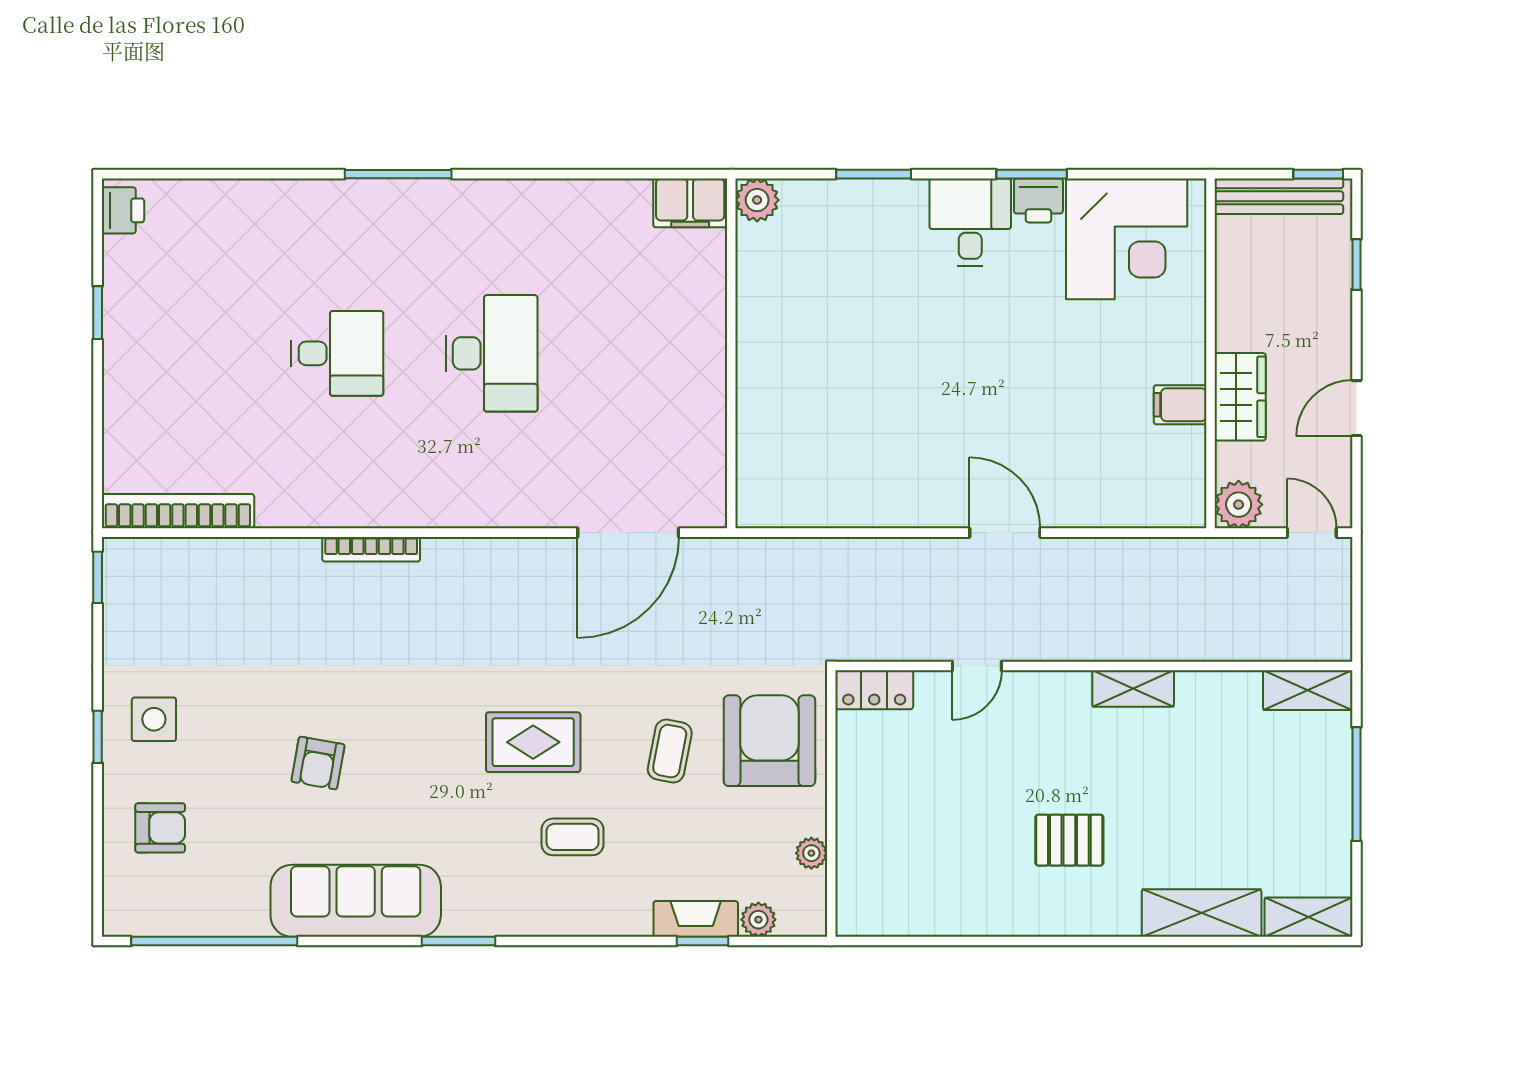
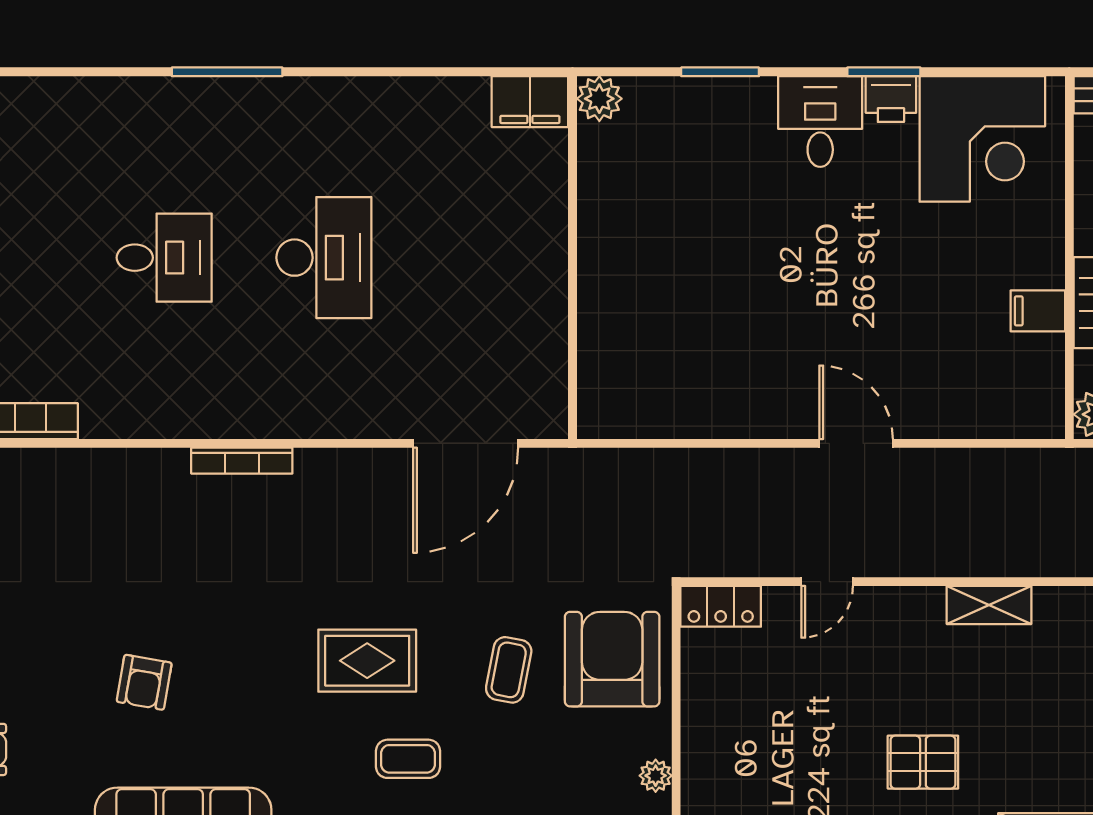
bookcase: (371, 549) -> (242, 461), moved

